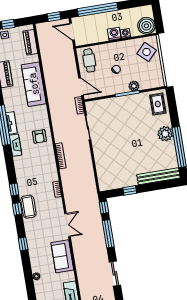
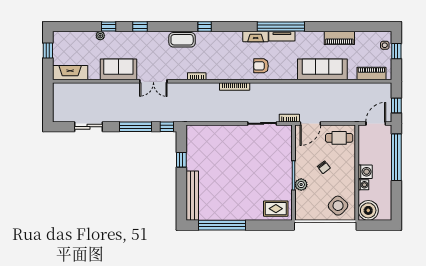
plant: (165, 134) -> (240, 211), removed
window: (17, 209) -> (109, 26), moved

